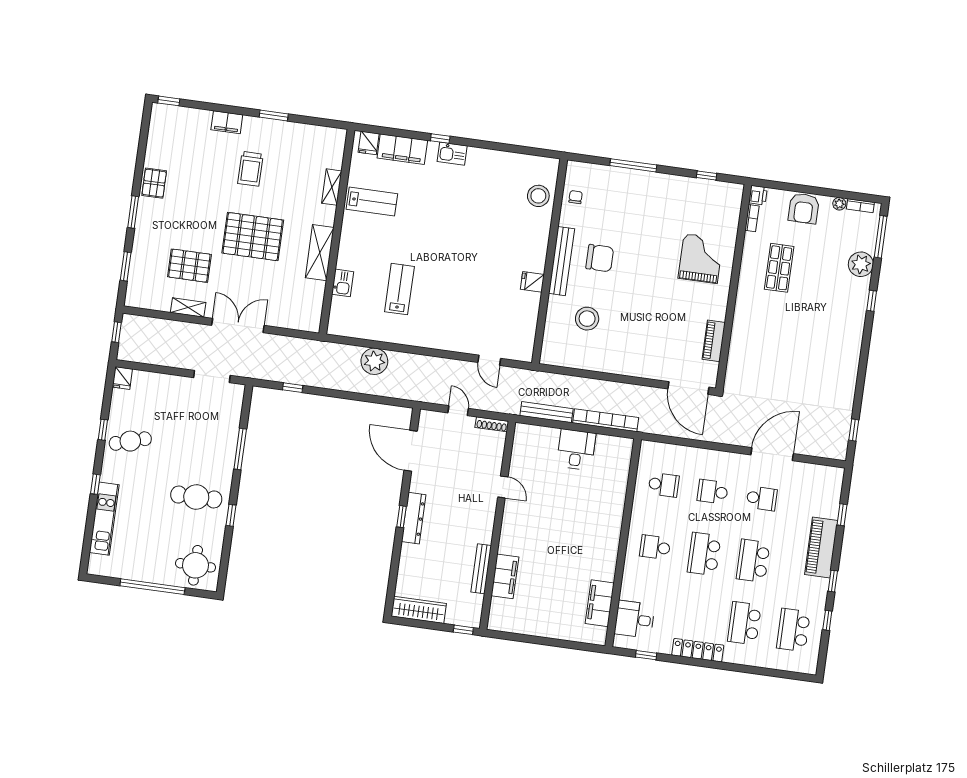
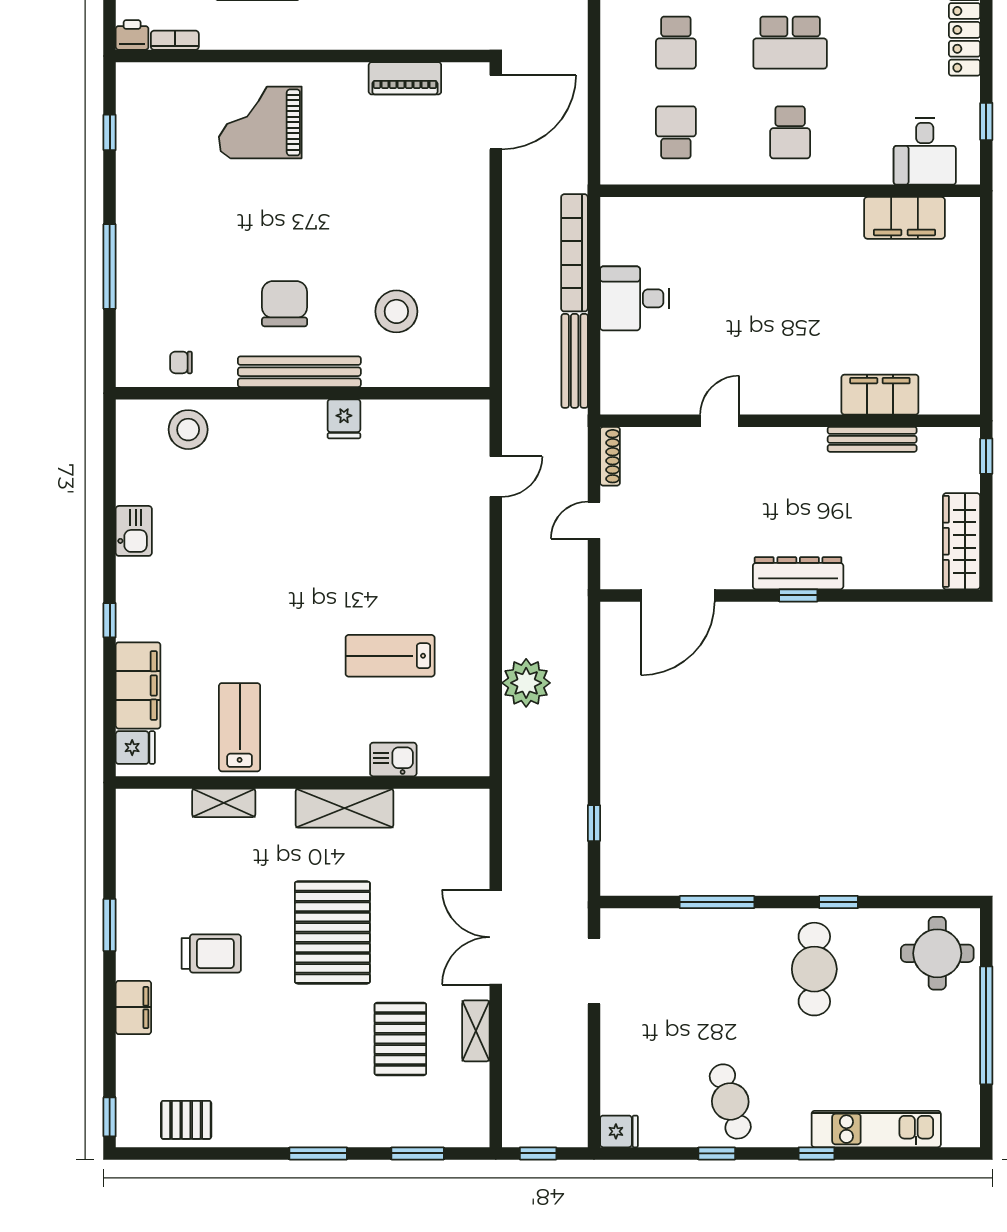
kitchen sink: (452, 154) -> (134, 531), moved
pallet: (154, 183) -> (186, 1120), moved

